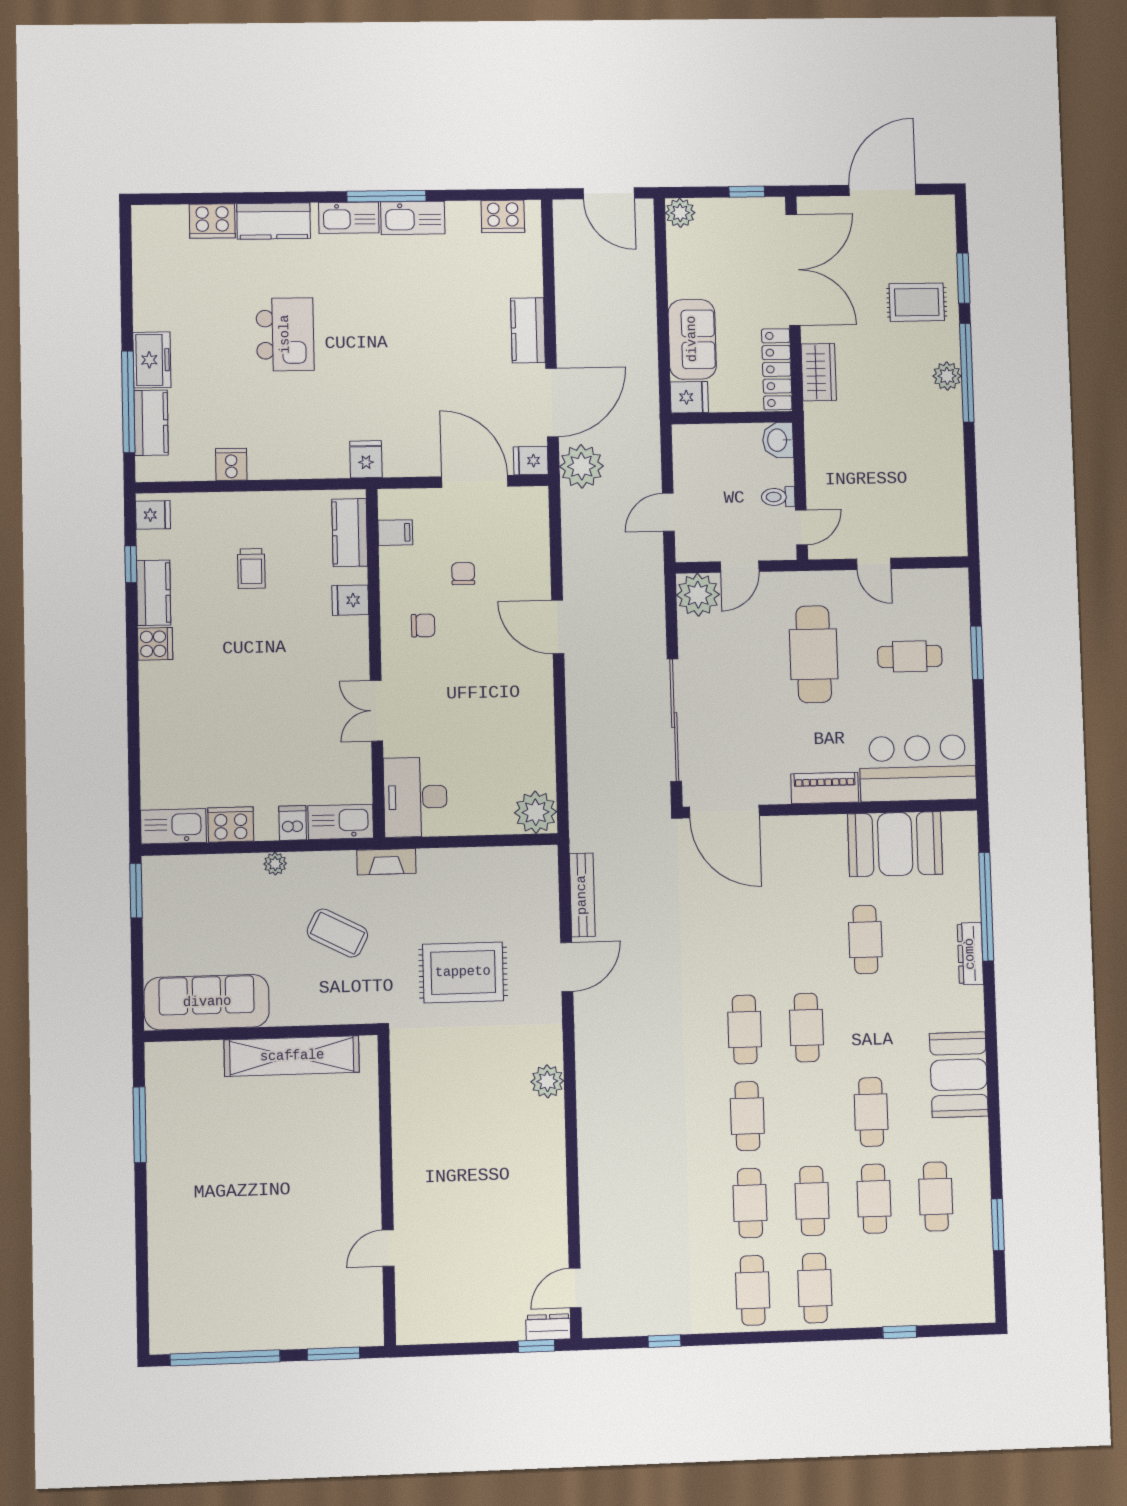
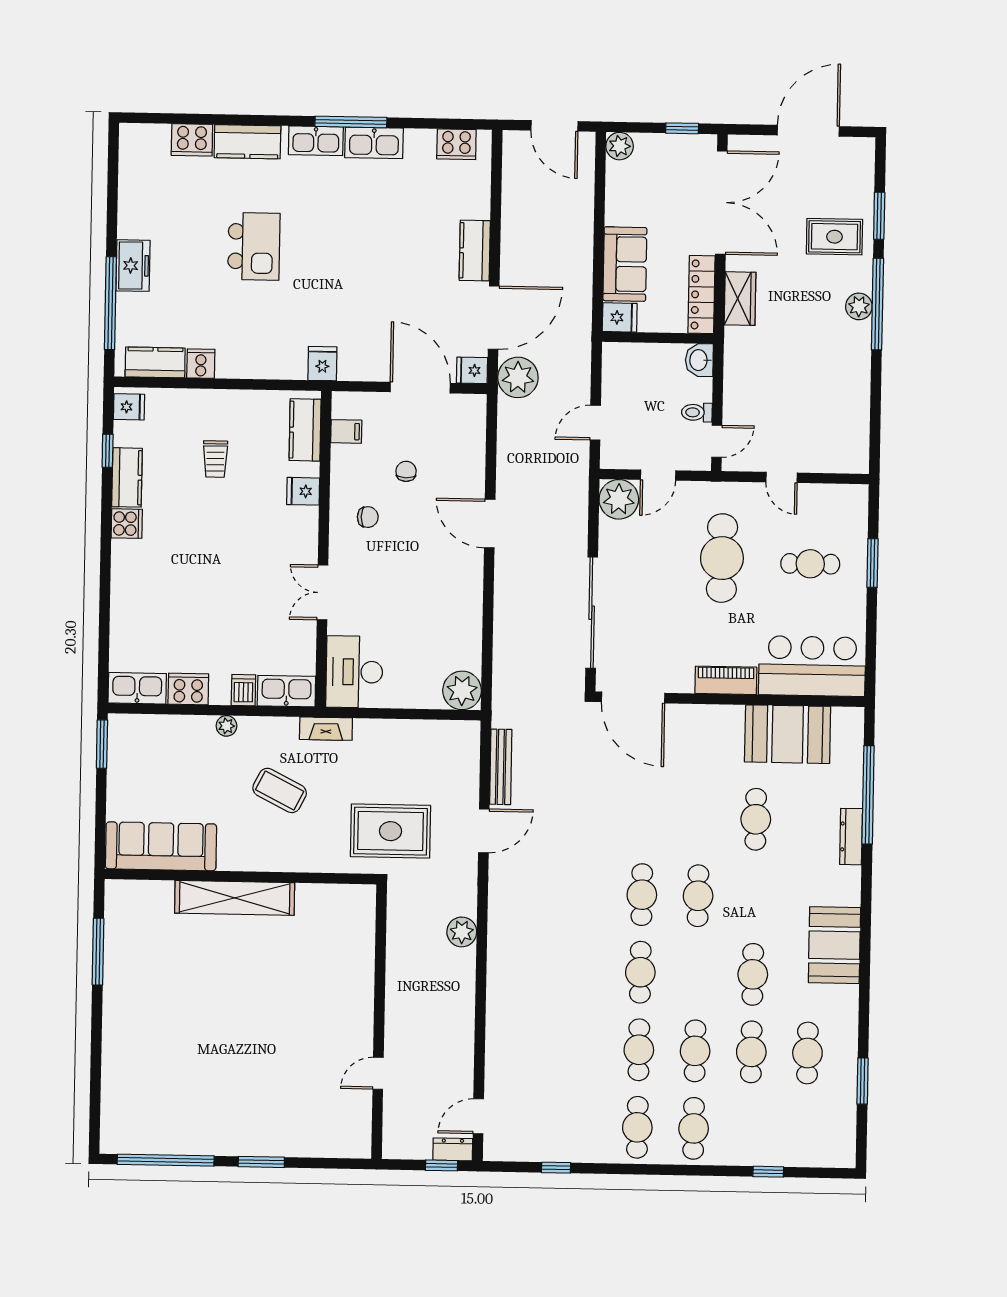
kitchen counter: (151, 423) -> (155, 362), moved, turned -90
wall: (387, 1190) -> (379, 1022), moved
door: (388, 1248) -> (378, 1073), moved

